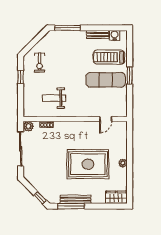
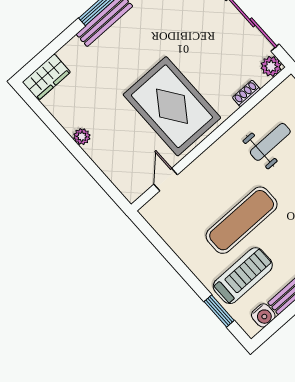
window: (130, 75) -> (219, 311), moved
exercise mat: (106, 80) -> (242, 220), moved
rug: (88, 164) -> (172, 106), moved, turned 90

